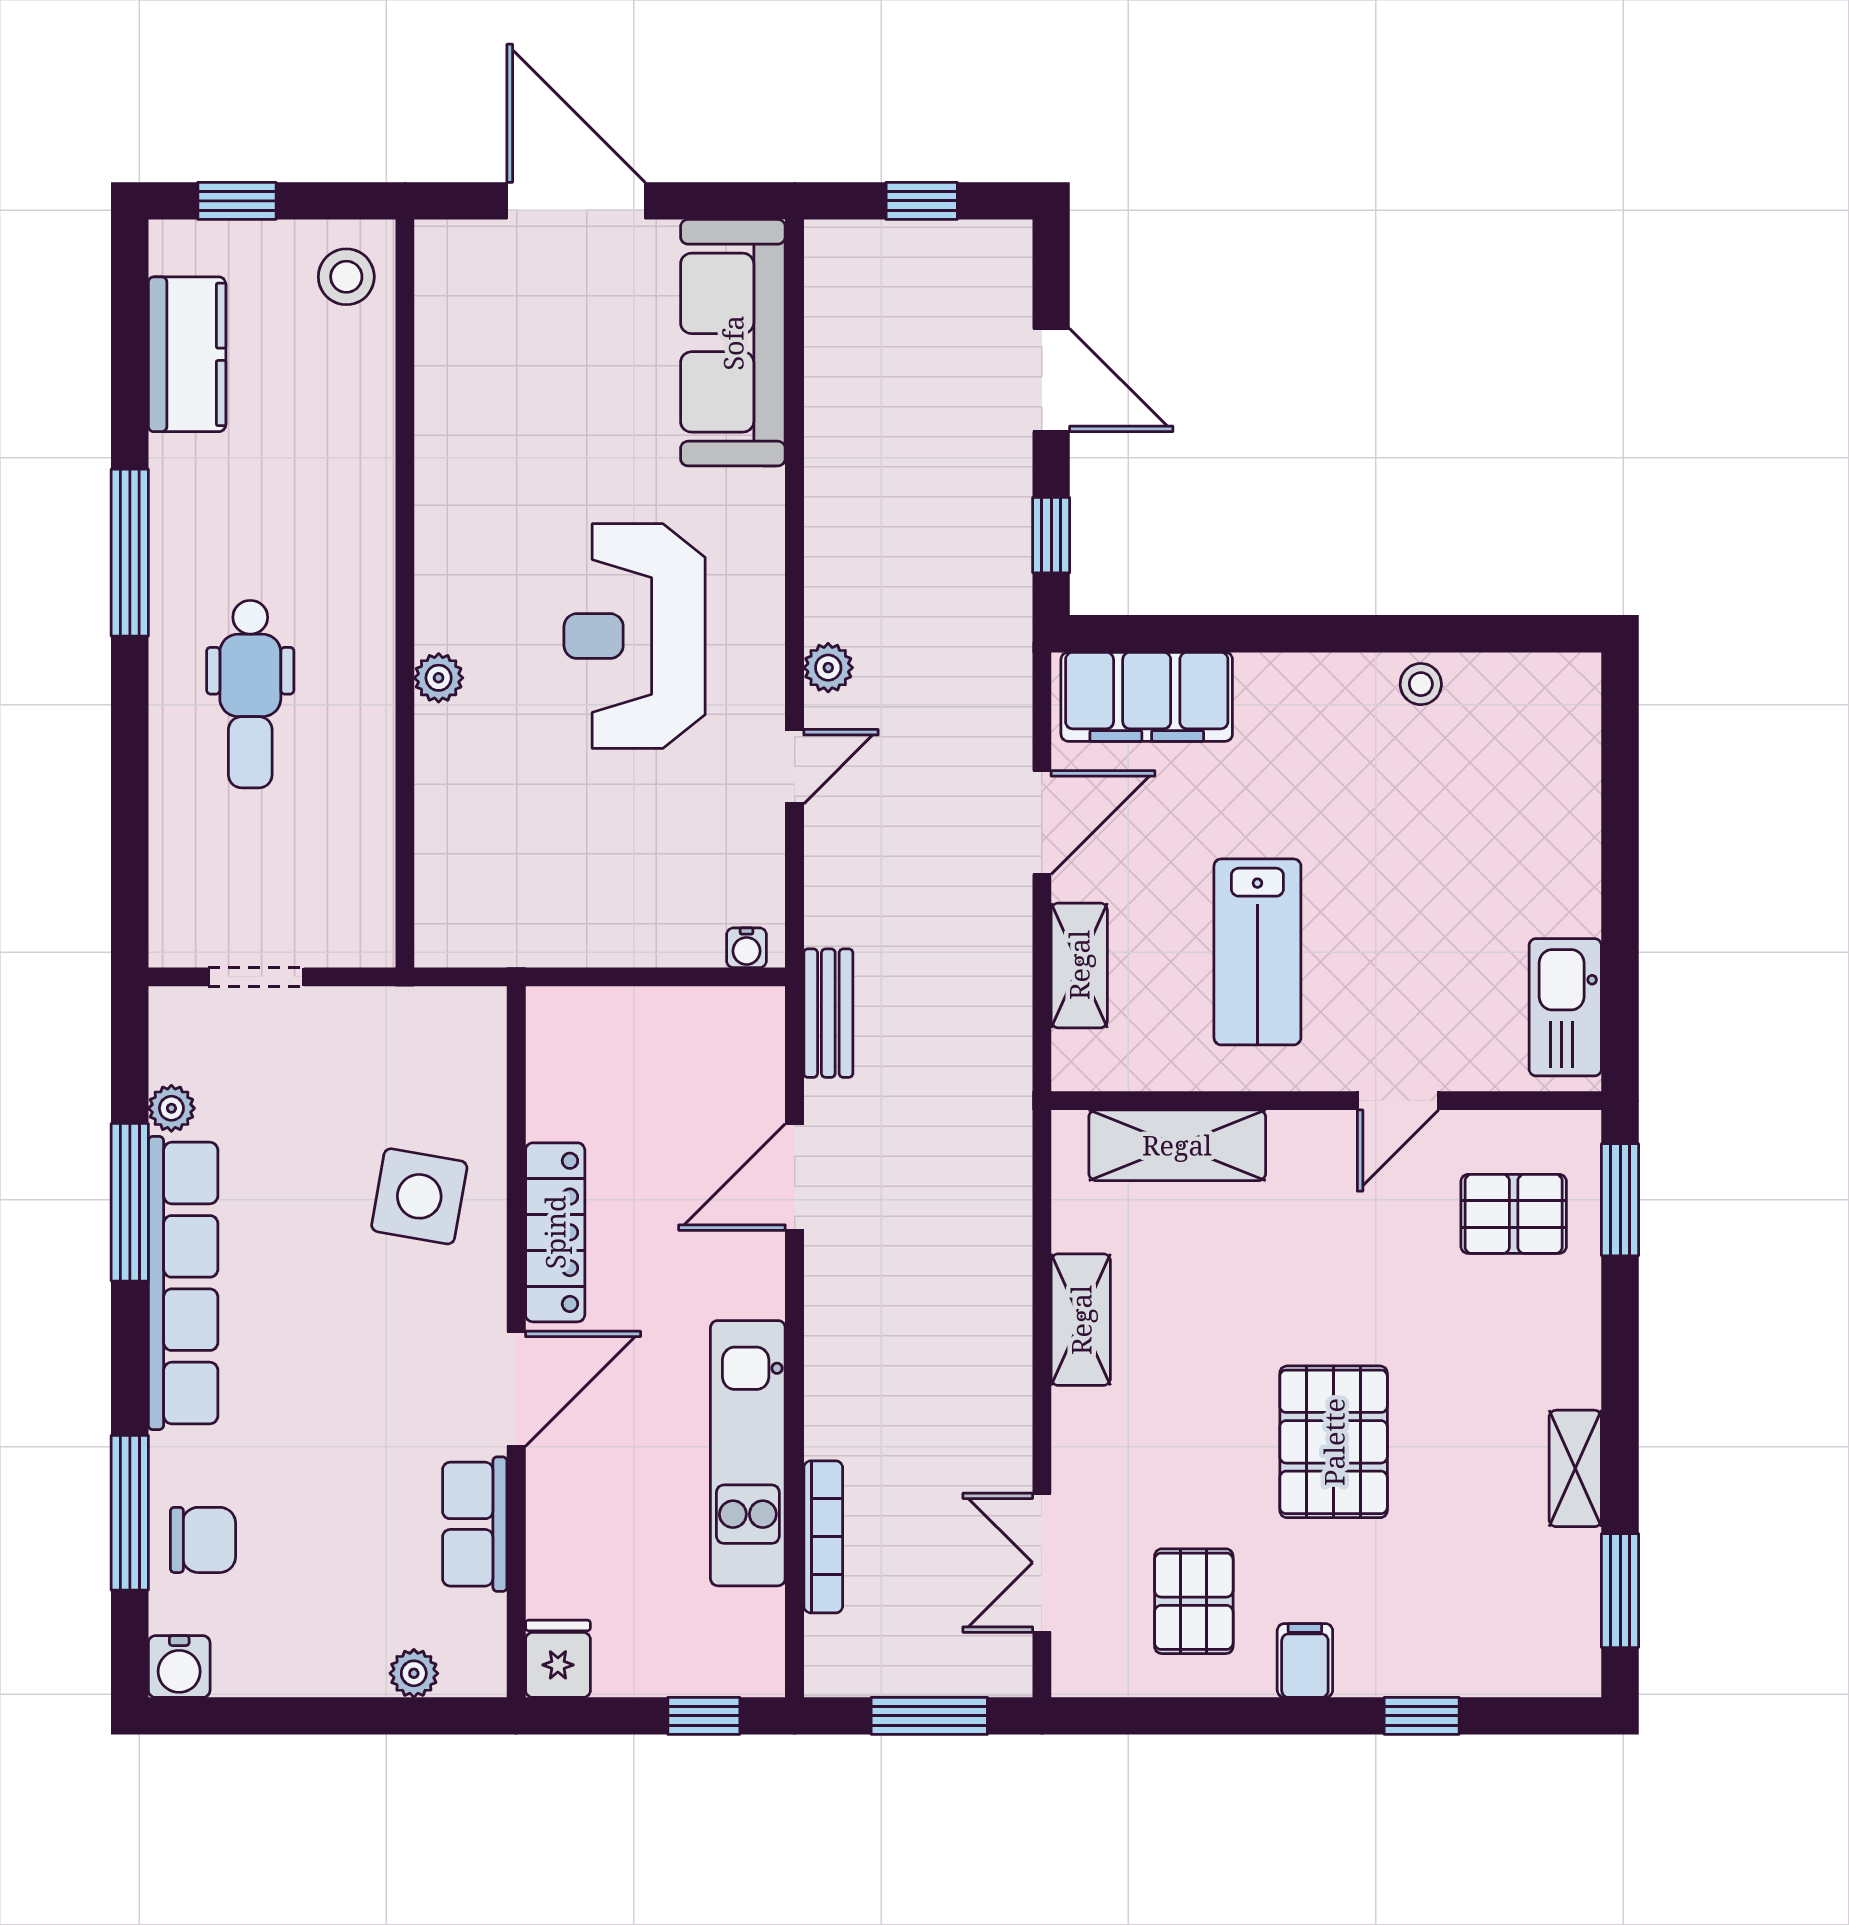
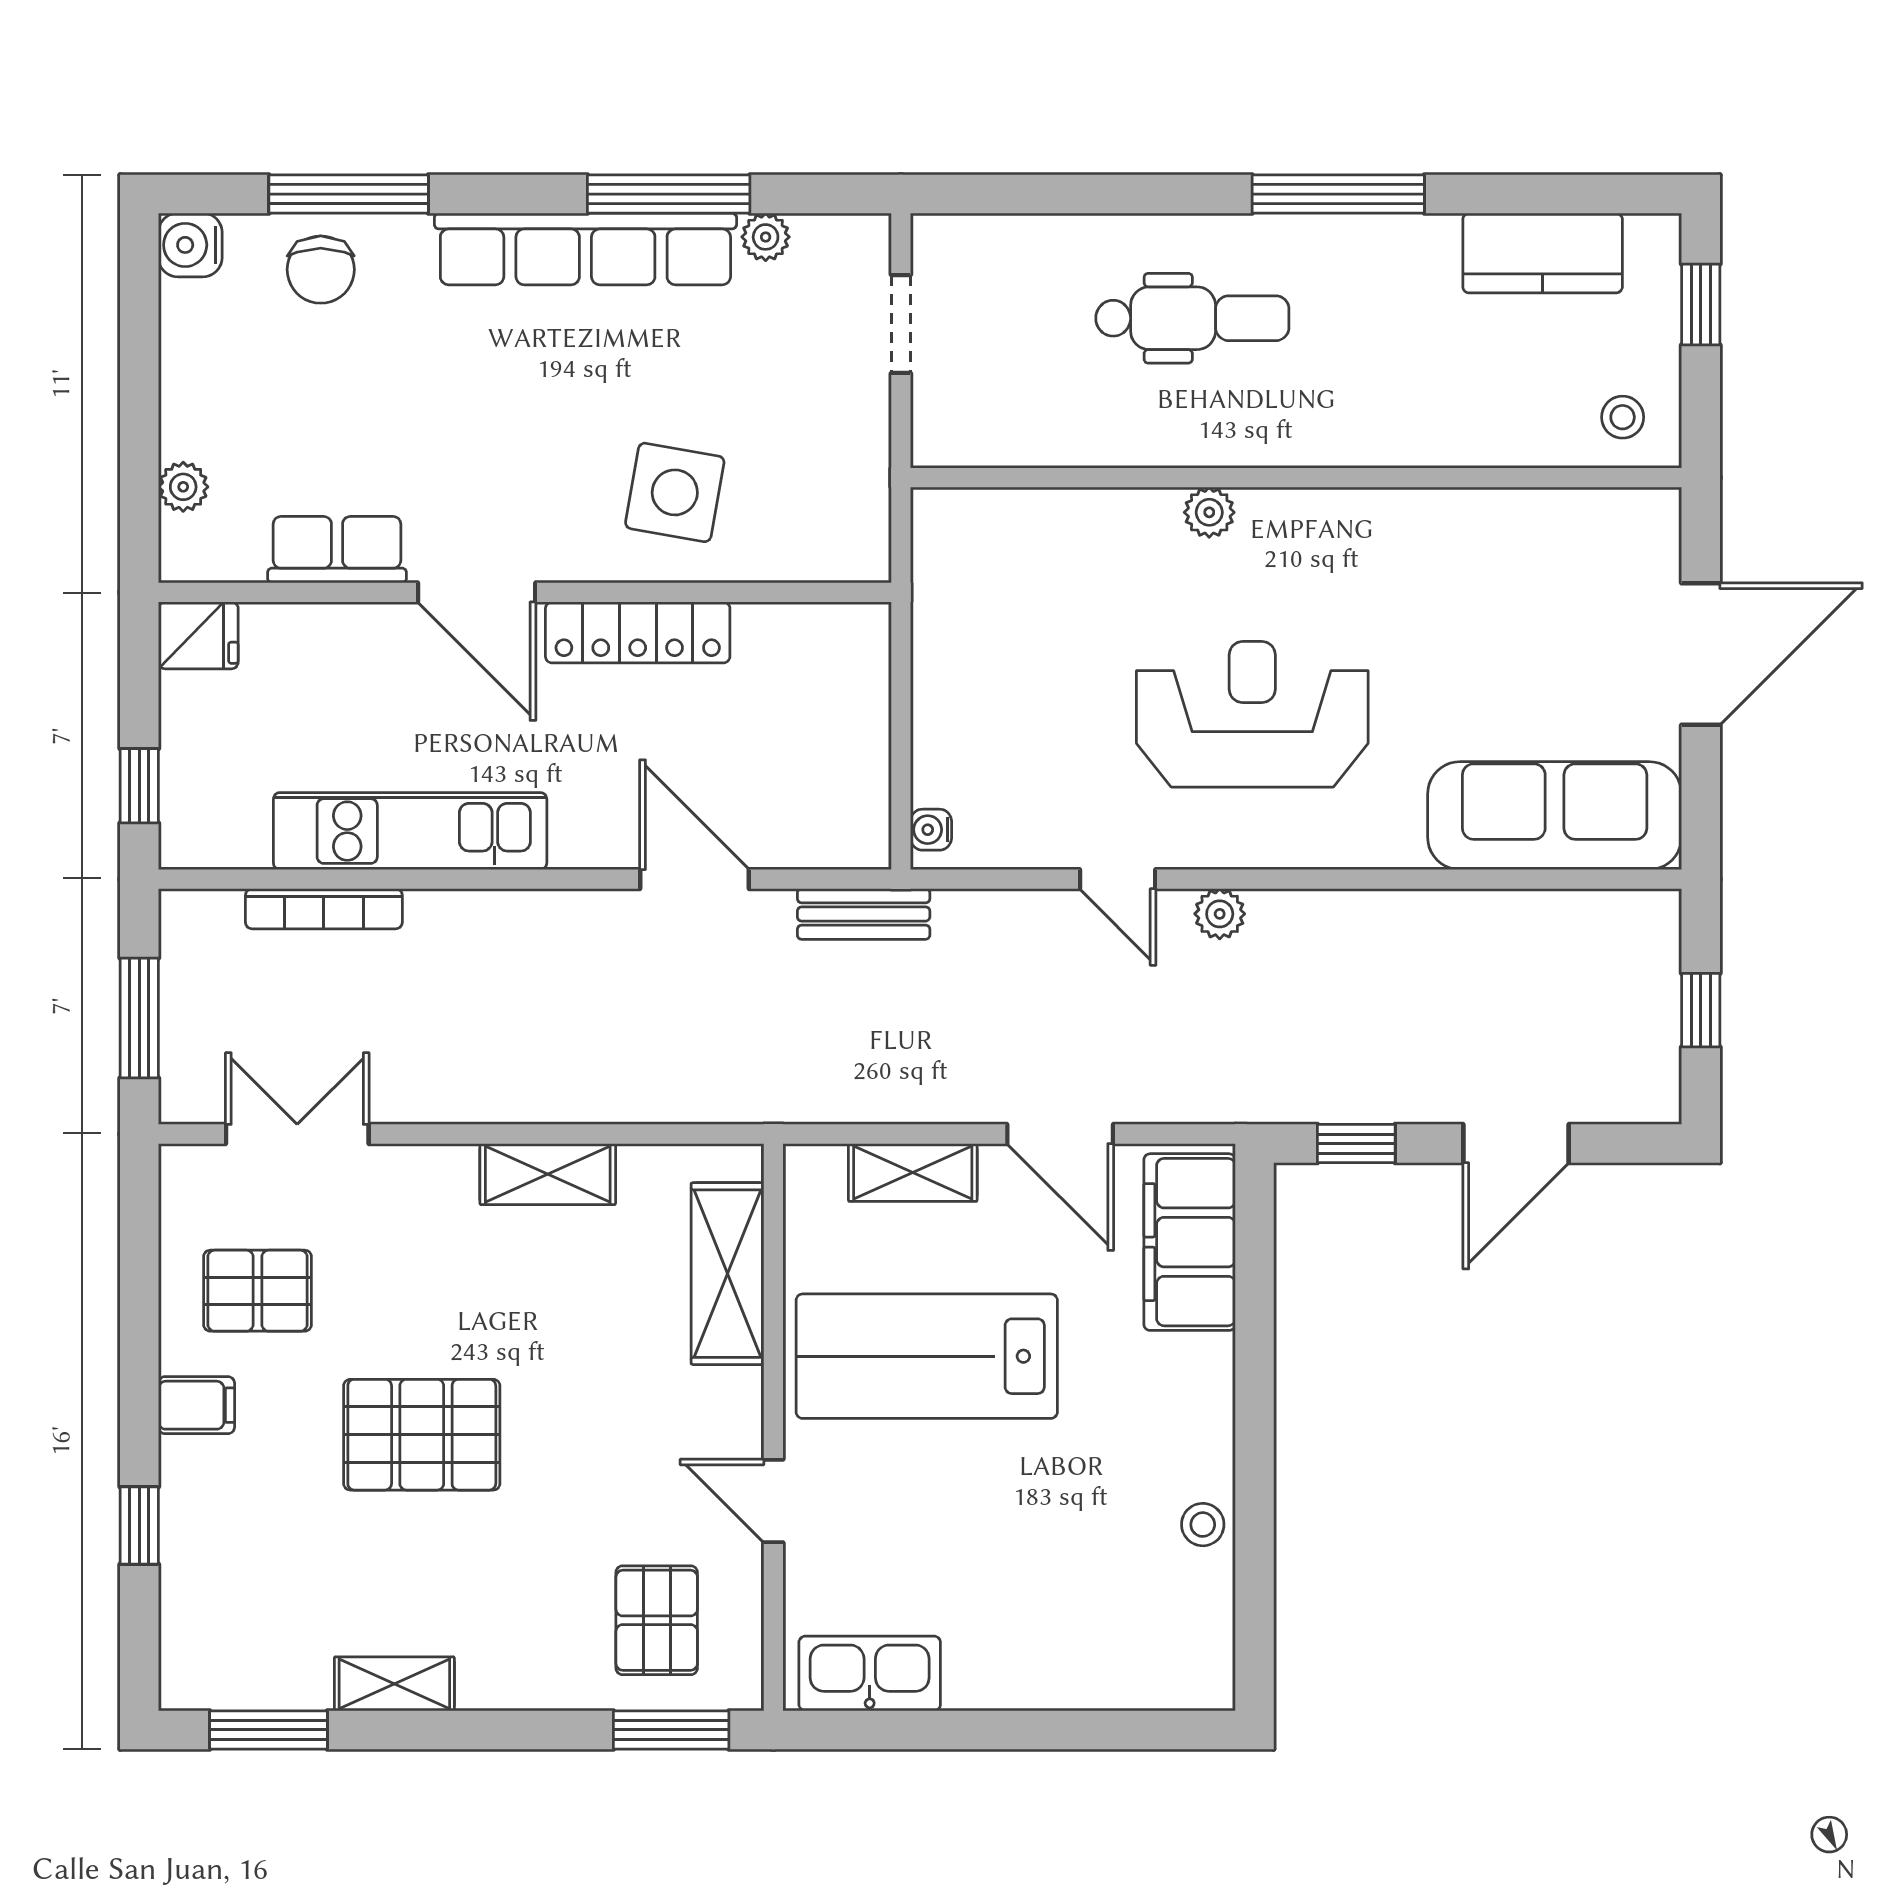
stool: (346, 277) -> (1623, 417), width x0.73, depth x0.73
dental chair: (250, 694) -> (1192, 318), turned 180
lab bench: (1257, 952) -> (927, 1356), width x1.36, depth x1.39

